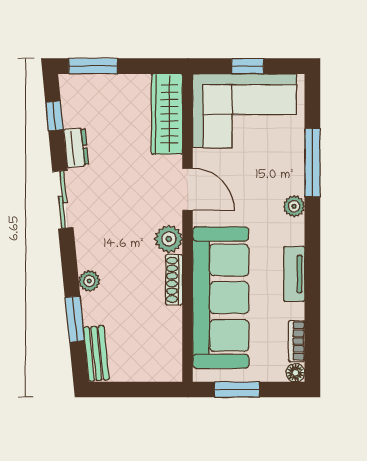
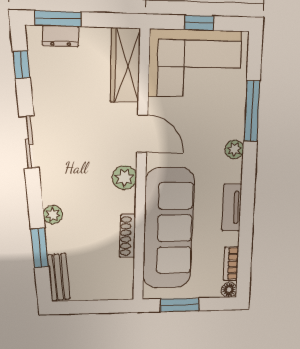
dresser: (76, 148) -> (61, 36), moved, turned 96
shoe rack: (174, 280) -> (128, 236), moved

